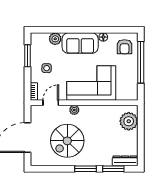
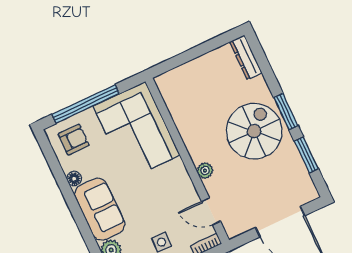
corner sofa: (91, 83) -> (137, 131), moved
plant: (129, 121) -> (183, 80), removed
spiral stairs: (67, 141) -> (254, 131), moved, turned -90
window: (113, 169) -> (306, 155), moved

